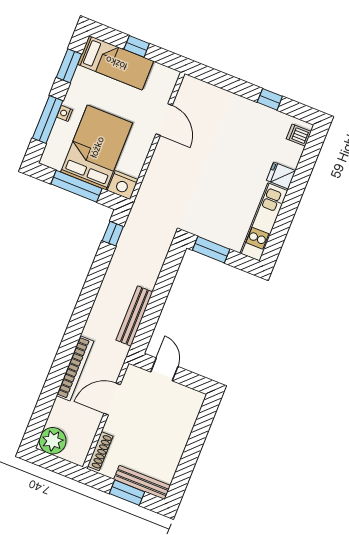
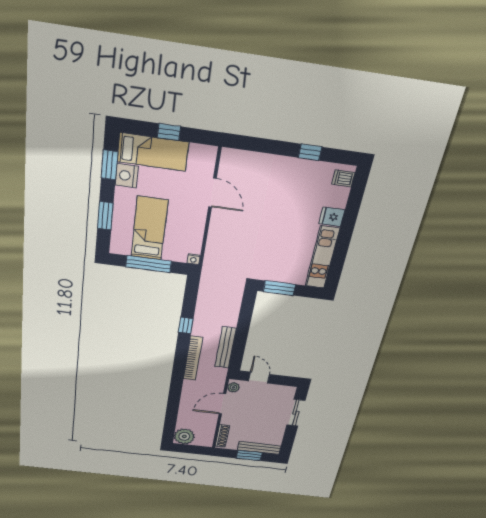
nightstand: (65, 113) -> (127, 176), moved, width x1.89, depth x1.79
window: (48, 119) -> (105, 216), width x0.69
bed: (97, 147) -> (149, 228), width x0.67
nightstand: (123, 185) -> (194, 259), width x0.53, depth x0.56
window: (113, 234) -> (186, 325), moved
bookcase: (75, 368) -> (193, 358), moved
plant: (131, 377) -> (233, 387), added
sliding door: (199, 435) -> (296, 413), added

